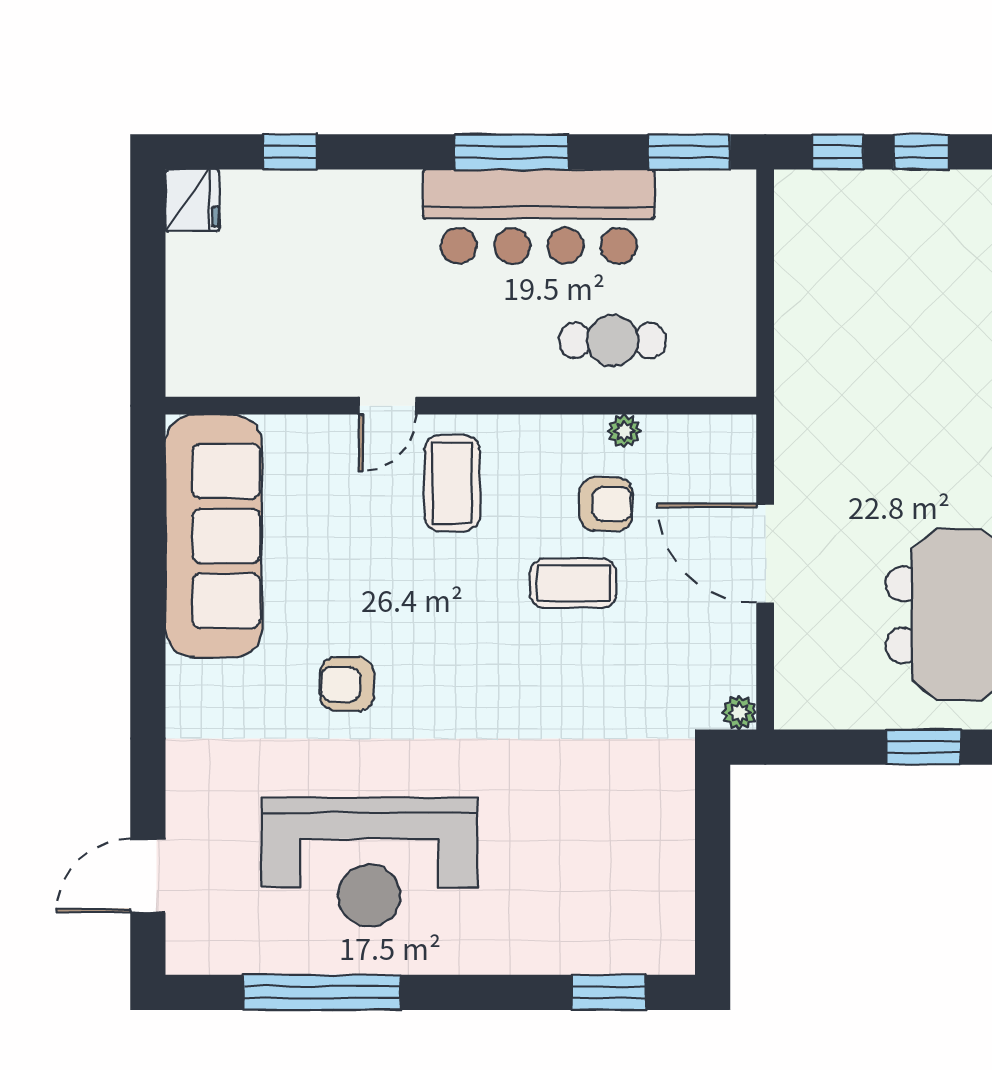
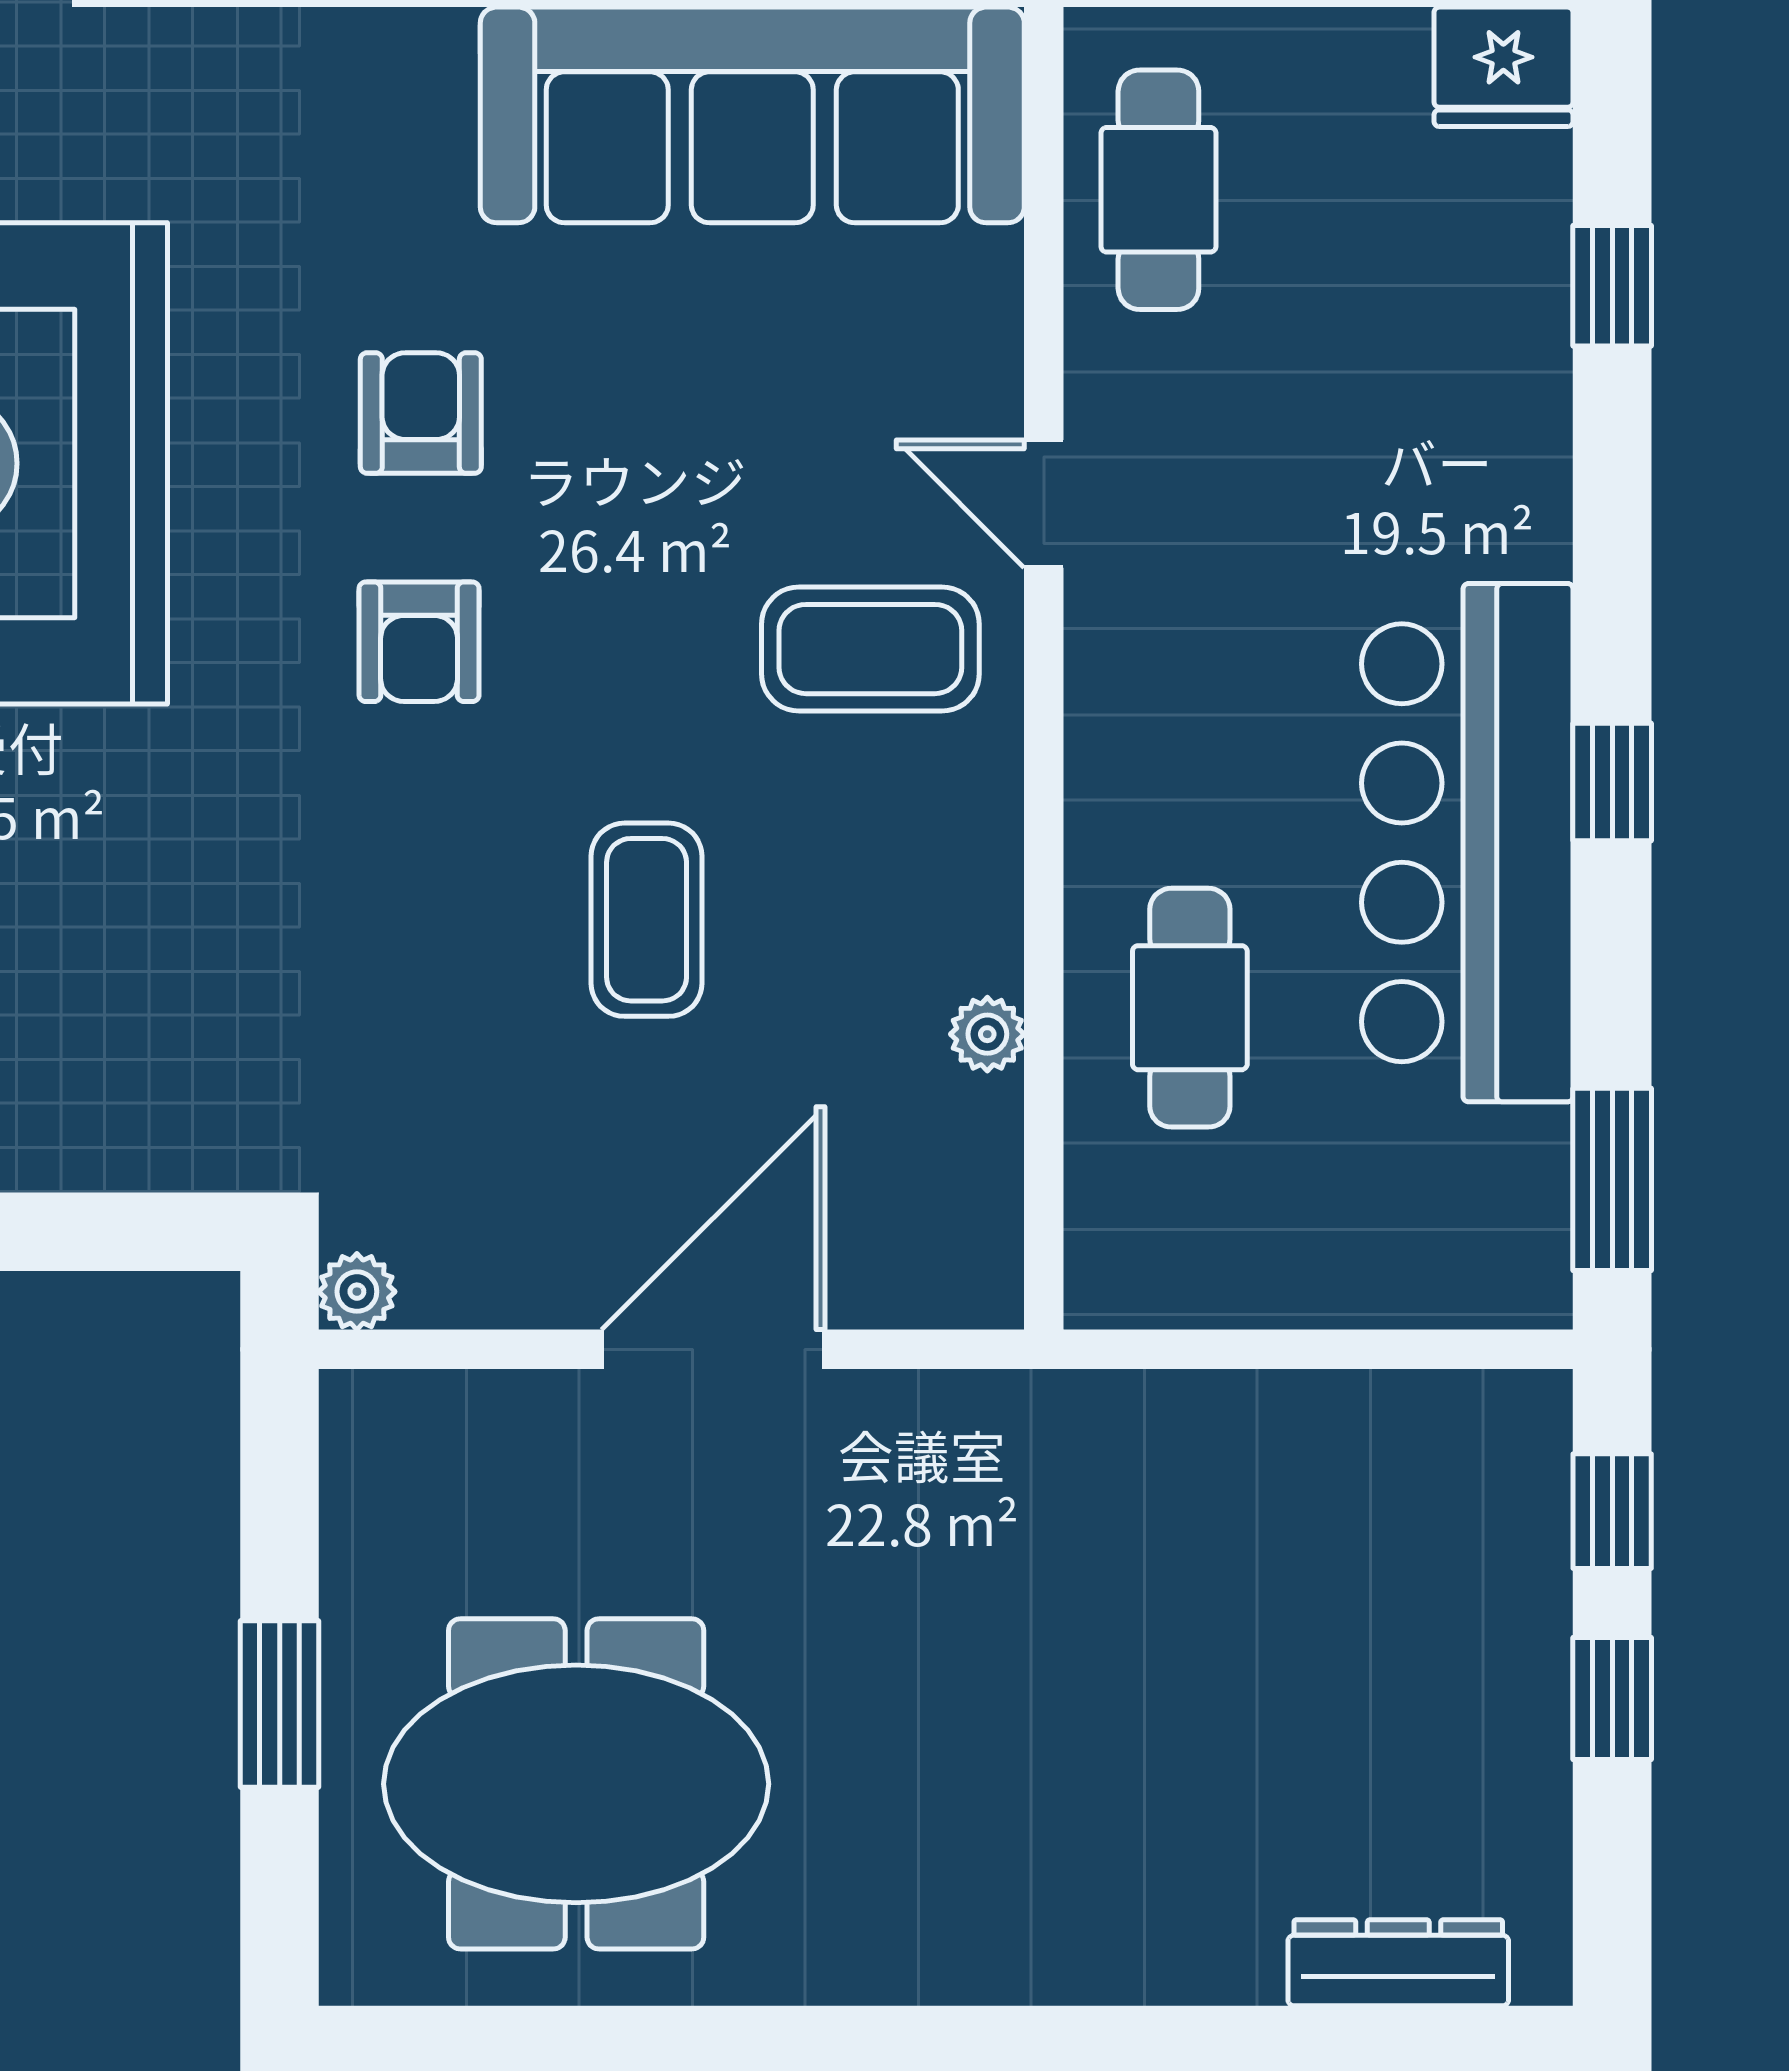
window: (512, 152) -> (1612, 782), width x0.46
cafe table: (247, 355) -> (1158, 190), added
armchair: (606, 504) -> (419, 642), moved

